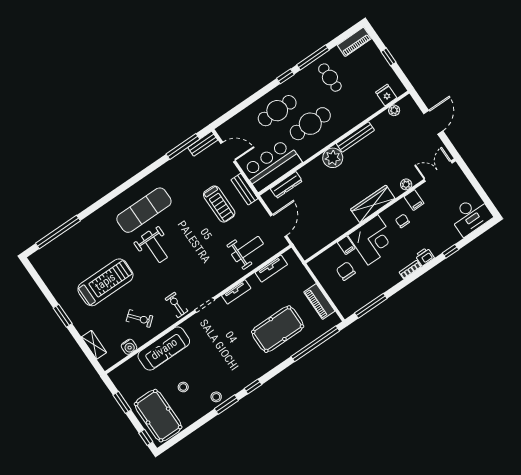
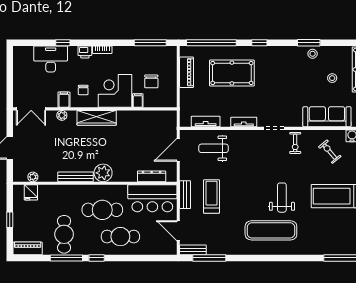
cafe table: (330, 78) -> (64, 234), width x1.37, depth x1.35
desk: (471, 216) -> (51, 59), moved
window: (253, 386) -> (259, 43), moved

